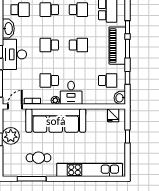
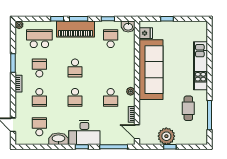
school desk: (78, 45) -> (75, 68), turned 180
desk: (71, 93) -> (123, 75), removed
sofa: (56, 121) -> (151, 70), moved
kitchen unit: (90, 170) -> (201, 66), width x0.73

